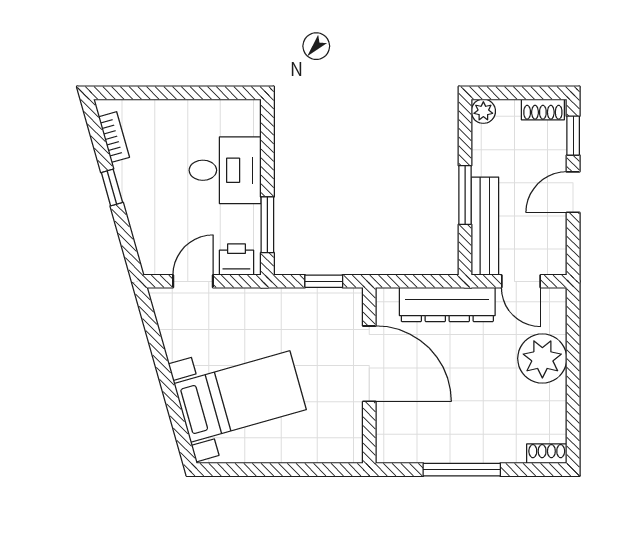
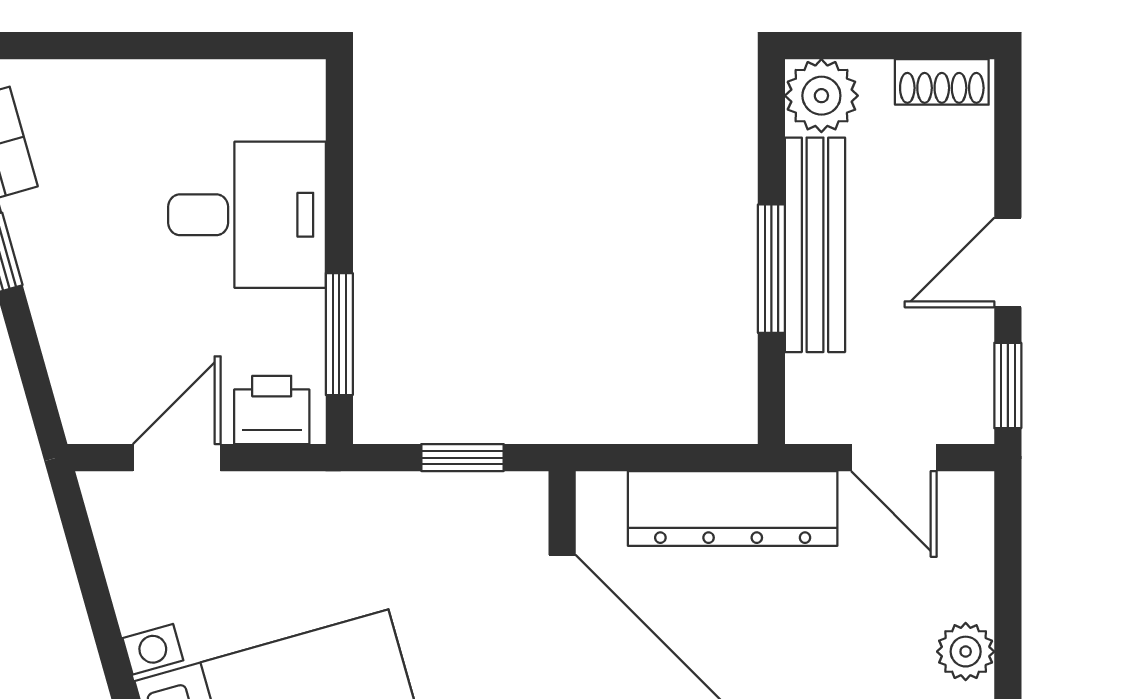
plant: (483, 111) -> (821, 96), width x1.38, depth x1.38
window: (573, 136) -> (1008, 386), moved
bench: (485, 226) -> (815, 245), moved
plant: (542, 358) -> (966, 652), width x0.53, depth x0.53

